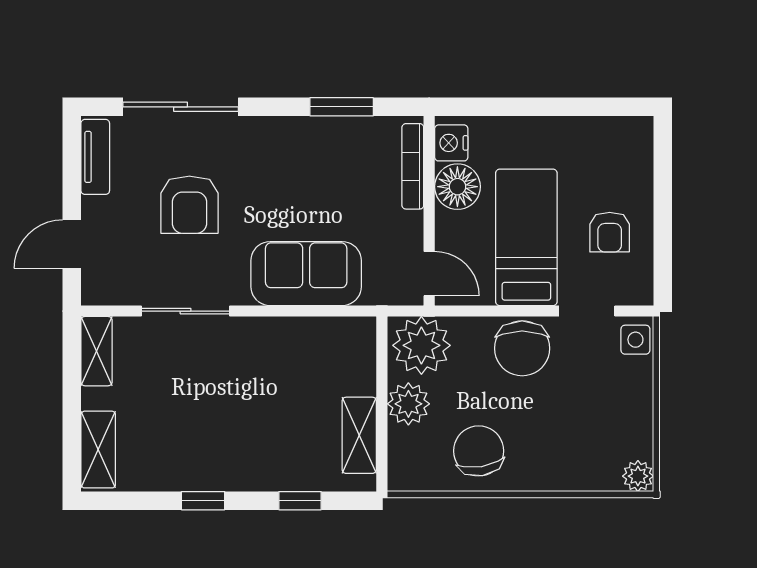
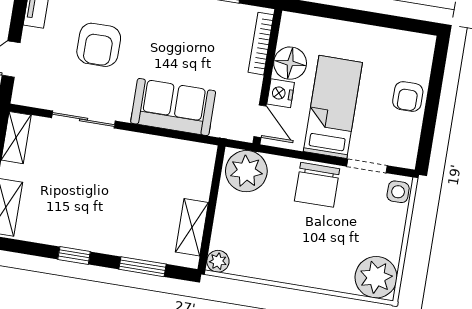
nightstand: (451, 143) -> (281, 93), moved
armchair: (610, 232) -> (408, 96), moved
plant: (408, 404) -> (218, 261), moved, width x0.73, depth x0.73
chair: (479, 451) -> (274, 252), removed
plant: (638, 476) -> (376, 277), width x1.88, depth x1.88
window: (300, 501) -> (143, 267), width x1.50

